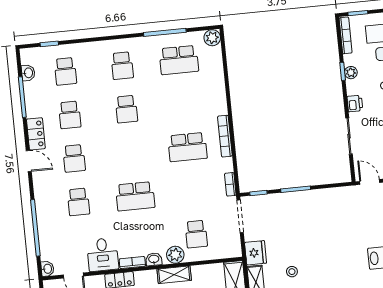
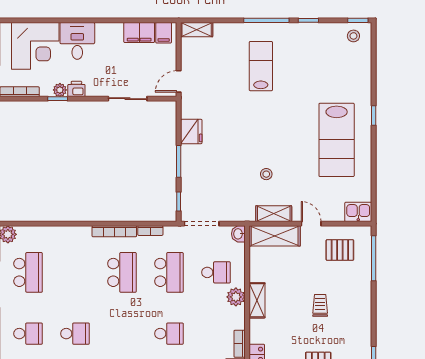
printer: (355, 103) -> (76, 89), moved
bookcase: (230, 184) -> (150, 231), moved
school desk: (192, 191) -> (169, 272), added
school desk: (135, 196) -> (169, 334), width x0.54
fridge: (256, 253) -> (191, 132), moved, turned 90
washbasin: (154, 259) -> (238, 234), moved

